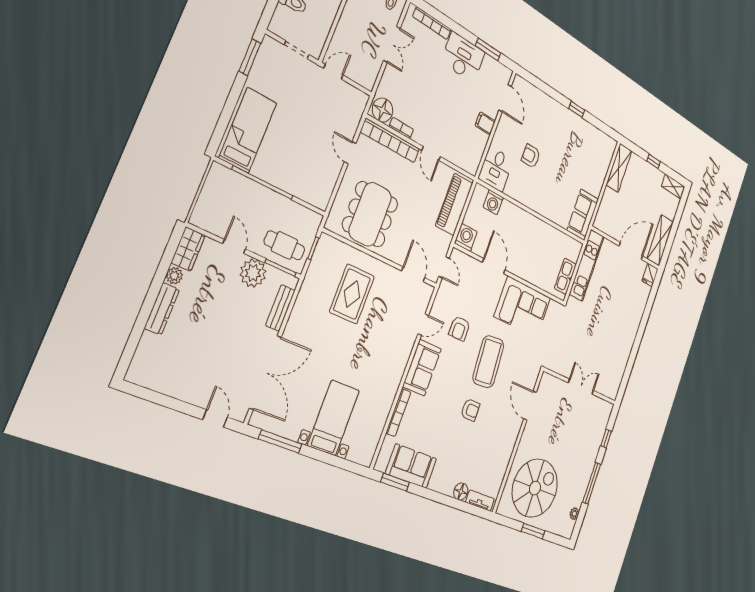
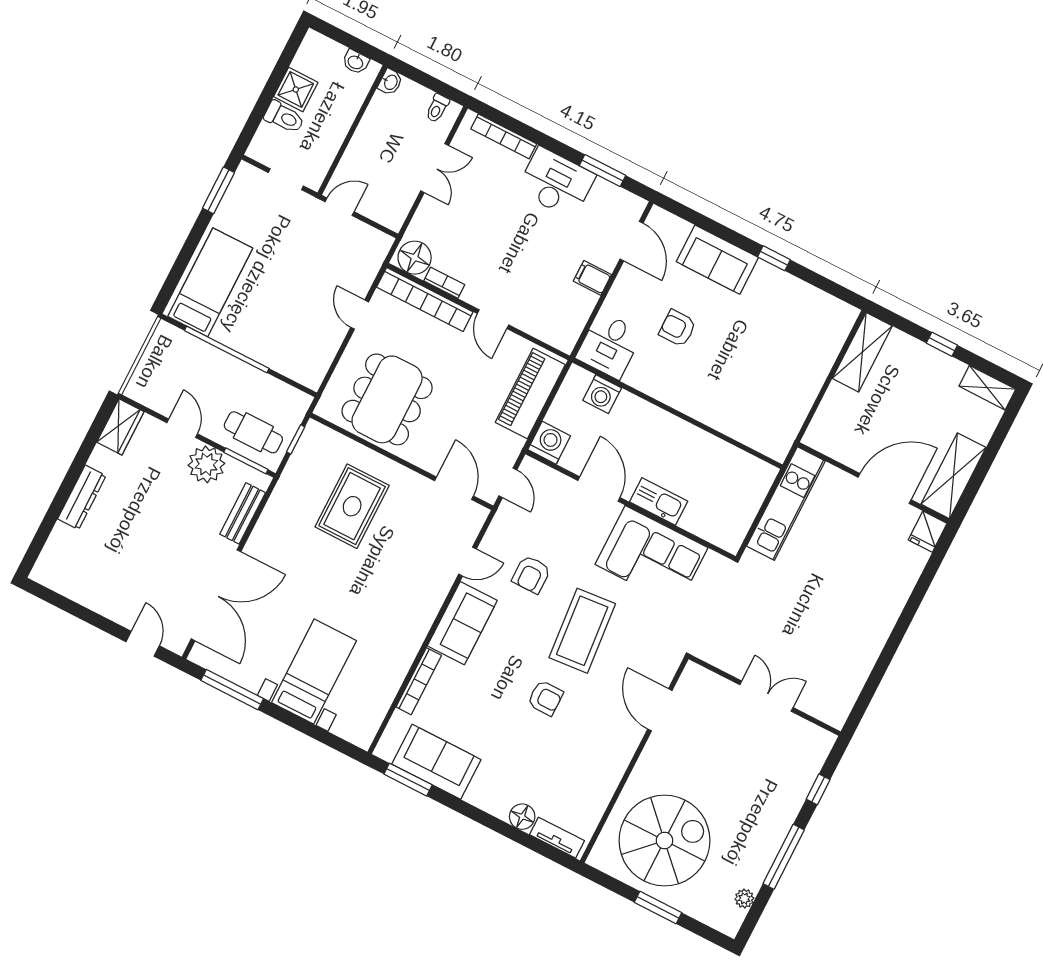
sofa: (583, 215) -> (717, 260), moved, turned -90
plant: (174, 276) -> (100, 458), removed
kitchen sink: (565, 276) -> (659, 502), moved, turned 90

